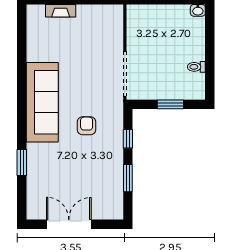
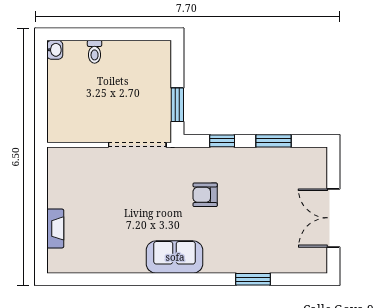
toilet: (196, 67) -> (95, 52), moved
sofa: (42, 102) -> (175, 257), width x0.54, depth x0.79
window: (170, 104) -> (177, 105), moved

